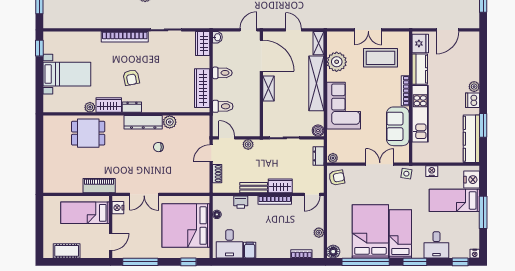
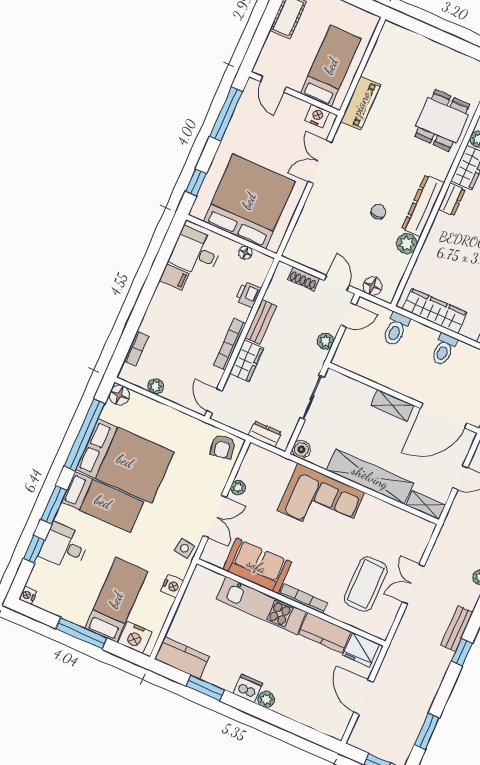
plant: (337, 62) -> (388, 519), removed
floor lamp: (204, 131) -> (373, 286), added
kitchen counter: (471, 139) -> (182, 658), width x0.67
plant: (333, 158) -> (238, 488), moved
window: (460, 262) -> (34, 549), moved

